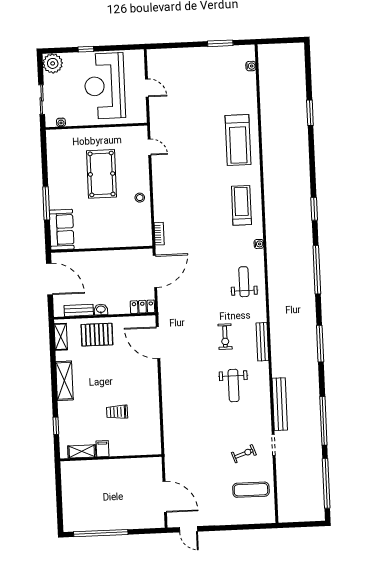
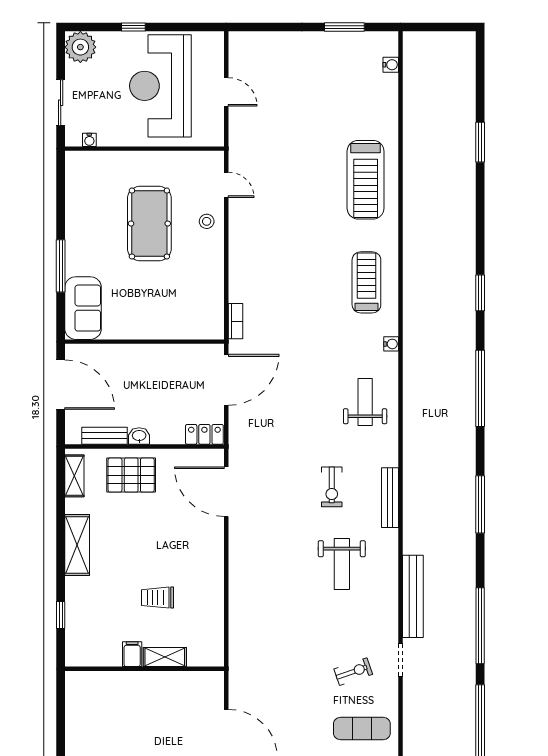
stool: (140, 198) -> (207, 221), moved
shelving: (82, 451) -> (165, 657), moved

